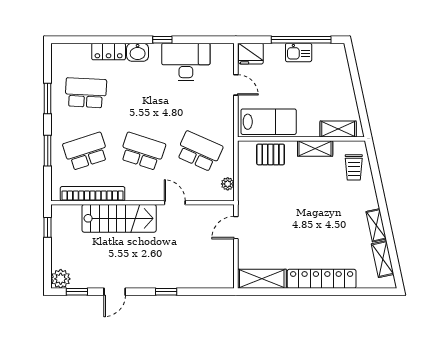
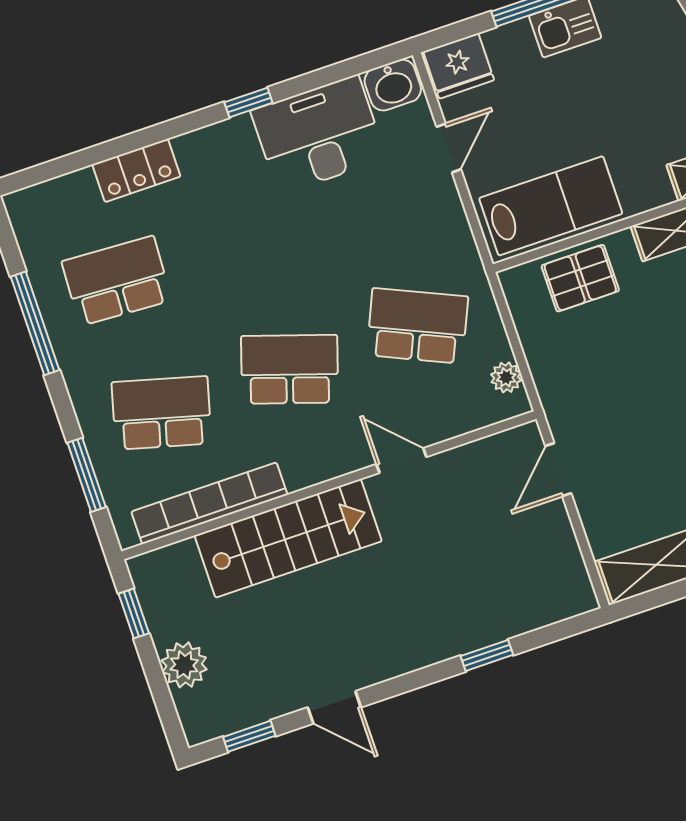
washbasin: (138, 52) -> (393, 85), moved
door: (236, 85) -> (449, 148), hinge flipped
window: (48, 99) -> (35, 323), width x1.44
window: (48, 151) -> (87, 475), moved
school desk: (86, 151) -> (162, 413), turned 33
plant: (61, 279) -> (184, 665), moved
door: (115, 292) -> (334, 707), hinge flipped
window: (166, 292) -> (487, 655), moved

